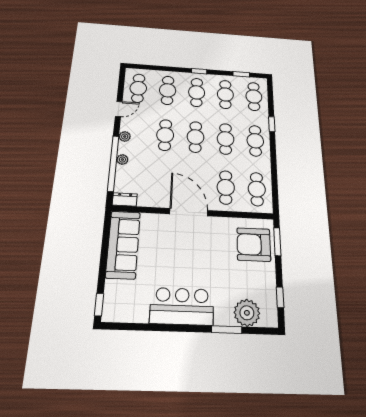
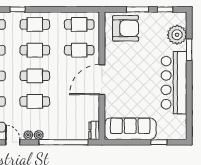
plant: (122, 160) -> (28, 135), moved
window: (277, 242) -> (138, 9), moved
armchair: (254, 245) -> (126, 28), turned -90
window: (99, 305) -> (159, 142), moved
bar counter: (182, 306) -> (174, 83), width x1.36

